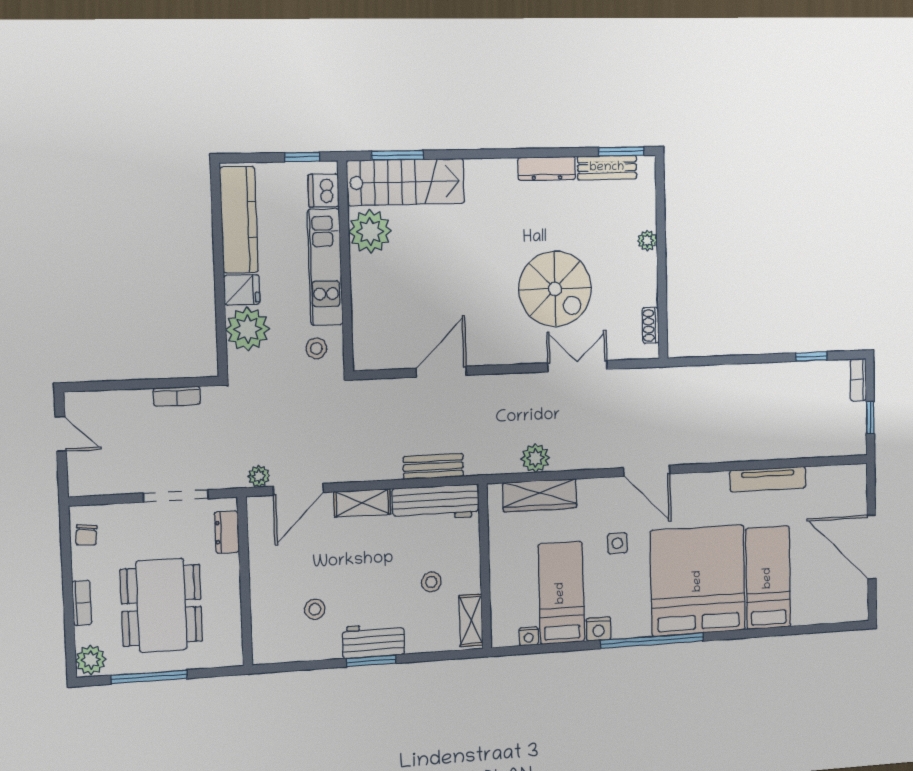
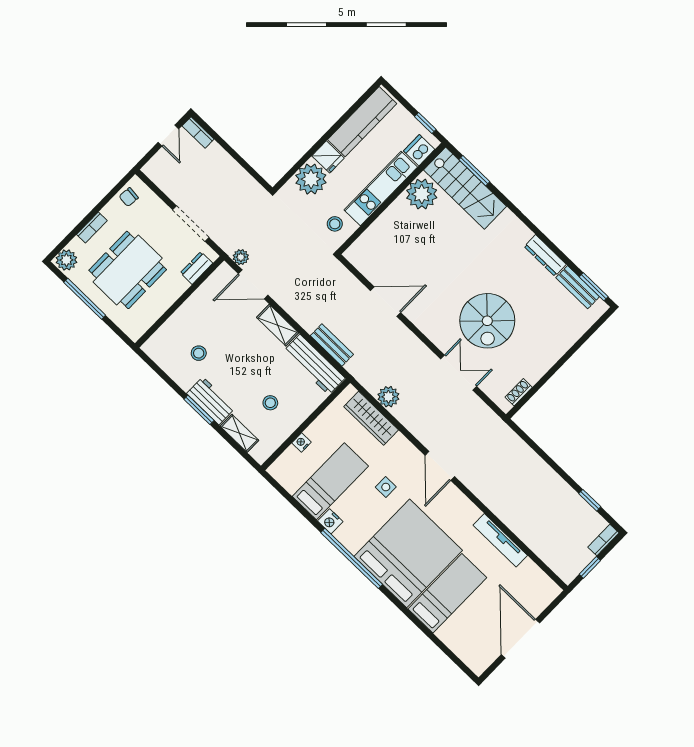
plant: (647, 241) -> (561, 347), removed
bookcase: (177, 396) -> (198, 133), moved
shelving: (471, 620) -> (239, 433), moved, turned 90
nightstand: (529, 636) -> (301, 443), moved, turned 90

